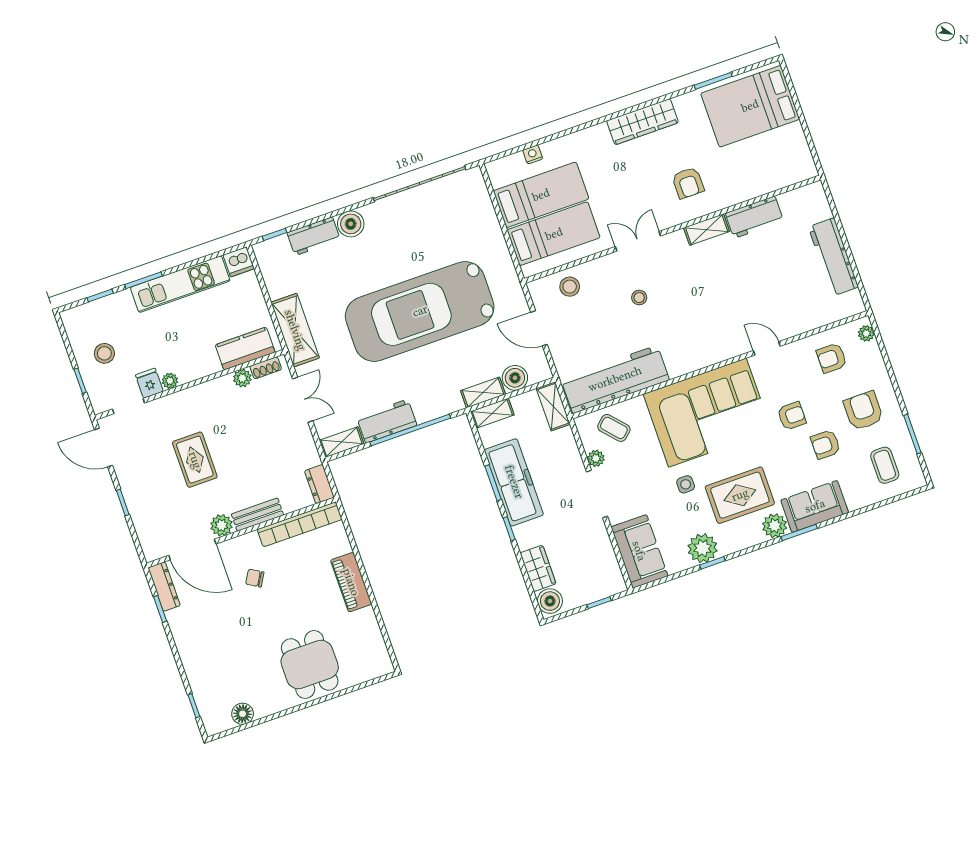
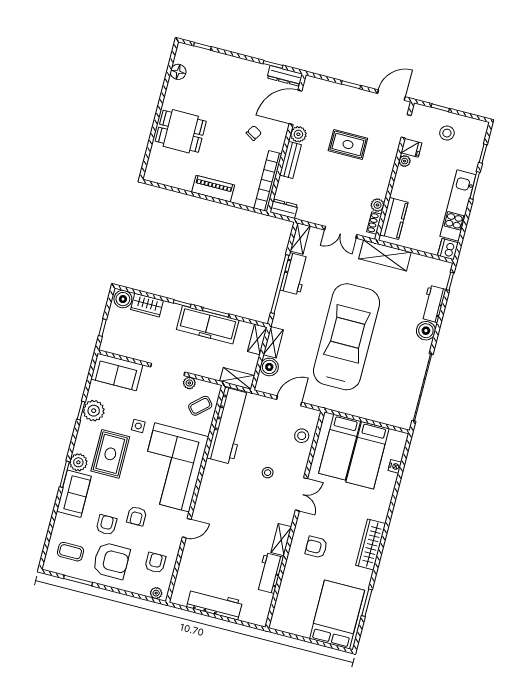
armchair: (863, 411) -> (111, 561), width x1.36, depth x1.36

